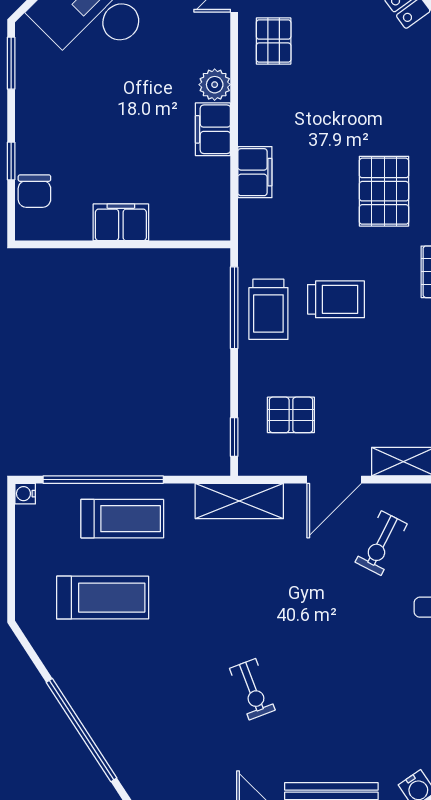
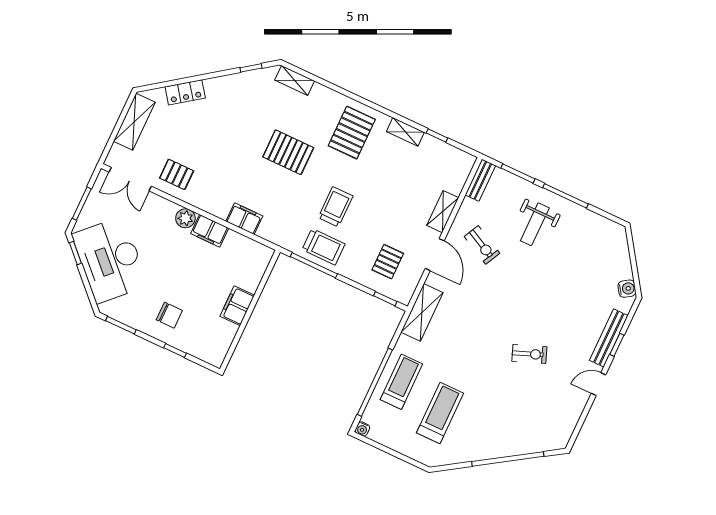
chair: (34, 191) -> (169, 315), moved

